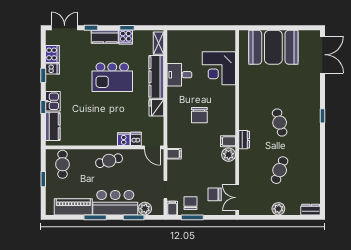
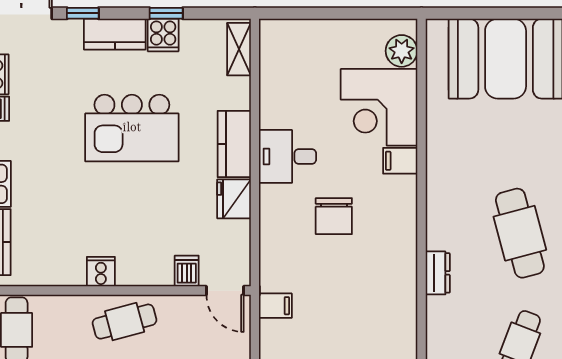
desk: (179, 75) -> (288, 156), moved
kitchen counter: (156, 77) -> (234, 144), width x0.67
cafe table: (280, 123) -> (520, 233), width x1.37, depth x1.35
cooker: (124, 139) -> (101, 272), moved
filing cabinet: (228, 141) -> (400, 161), moved
plant: (229, 155) -> (402, 51), moved

